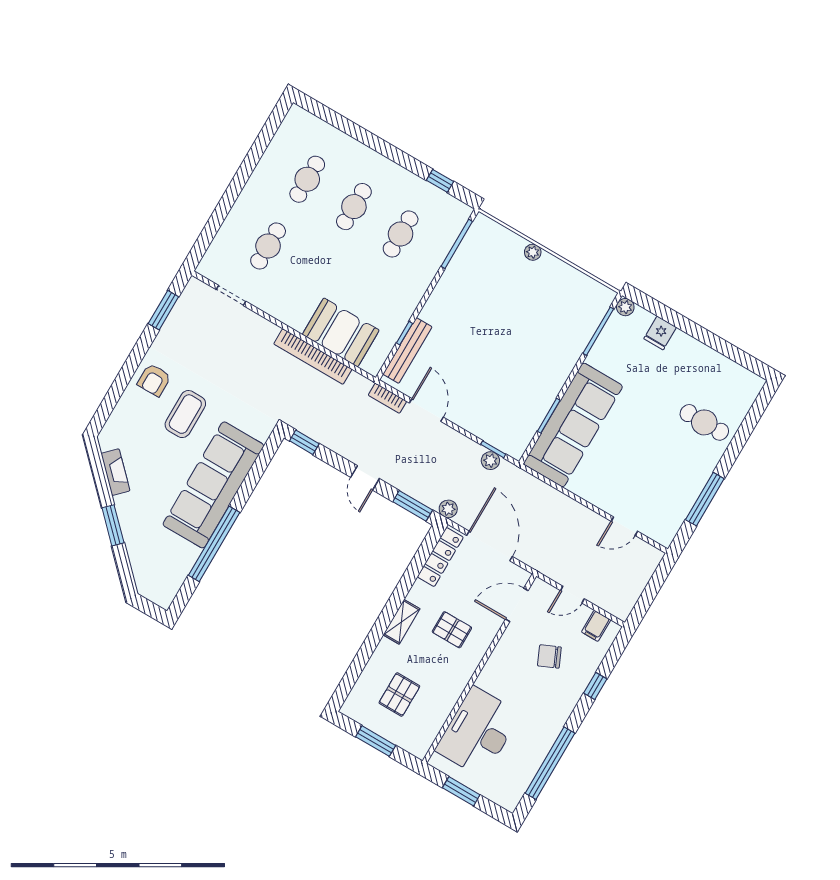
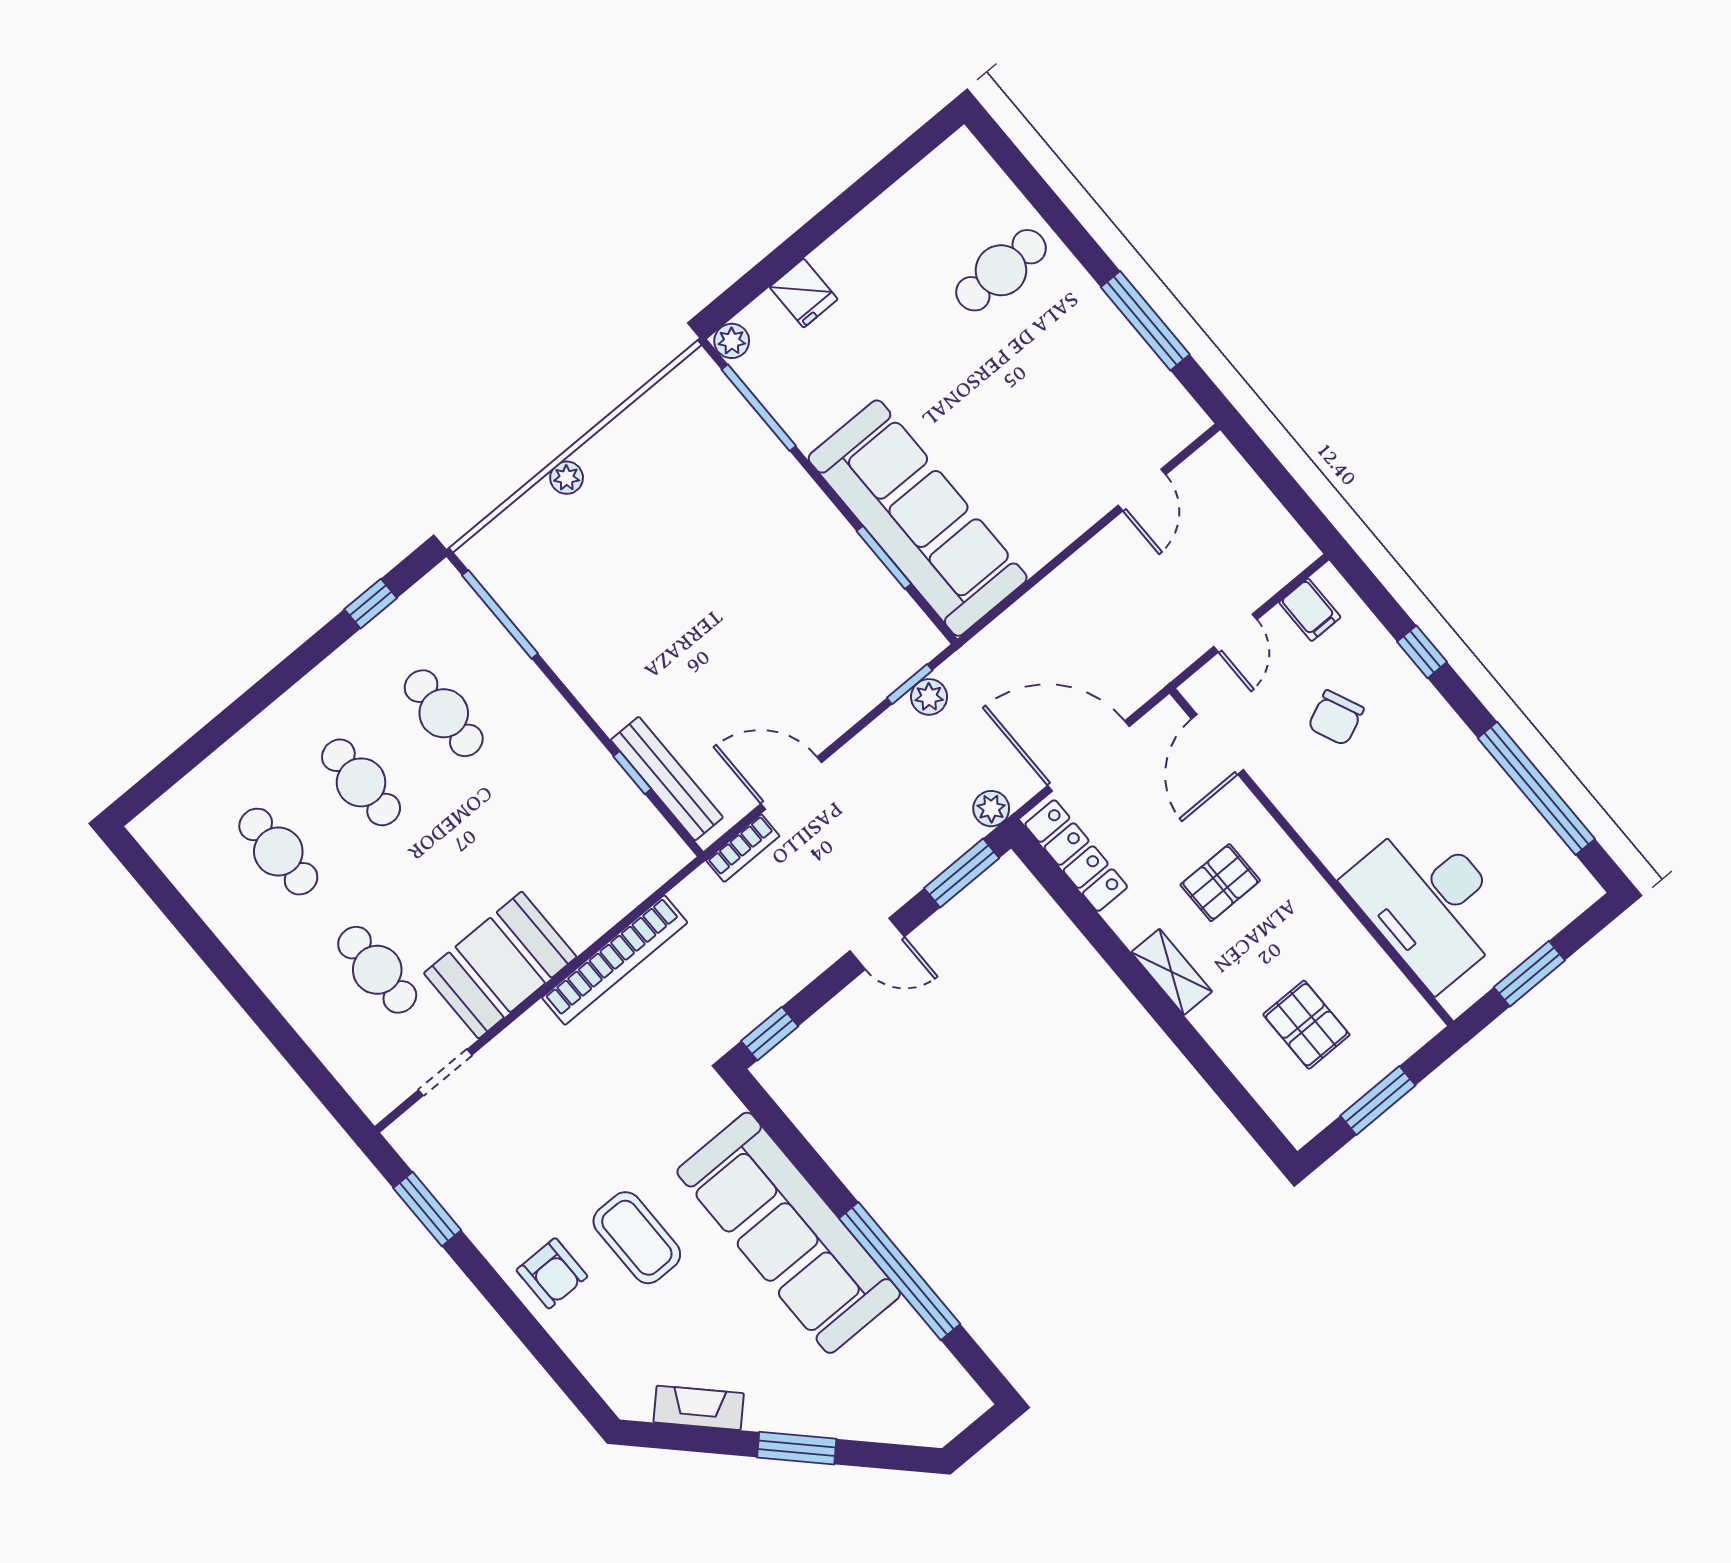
booth: (341, 332) -> (500, 965), moved

